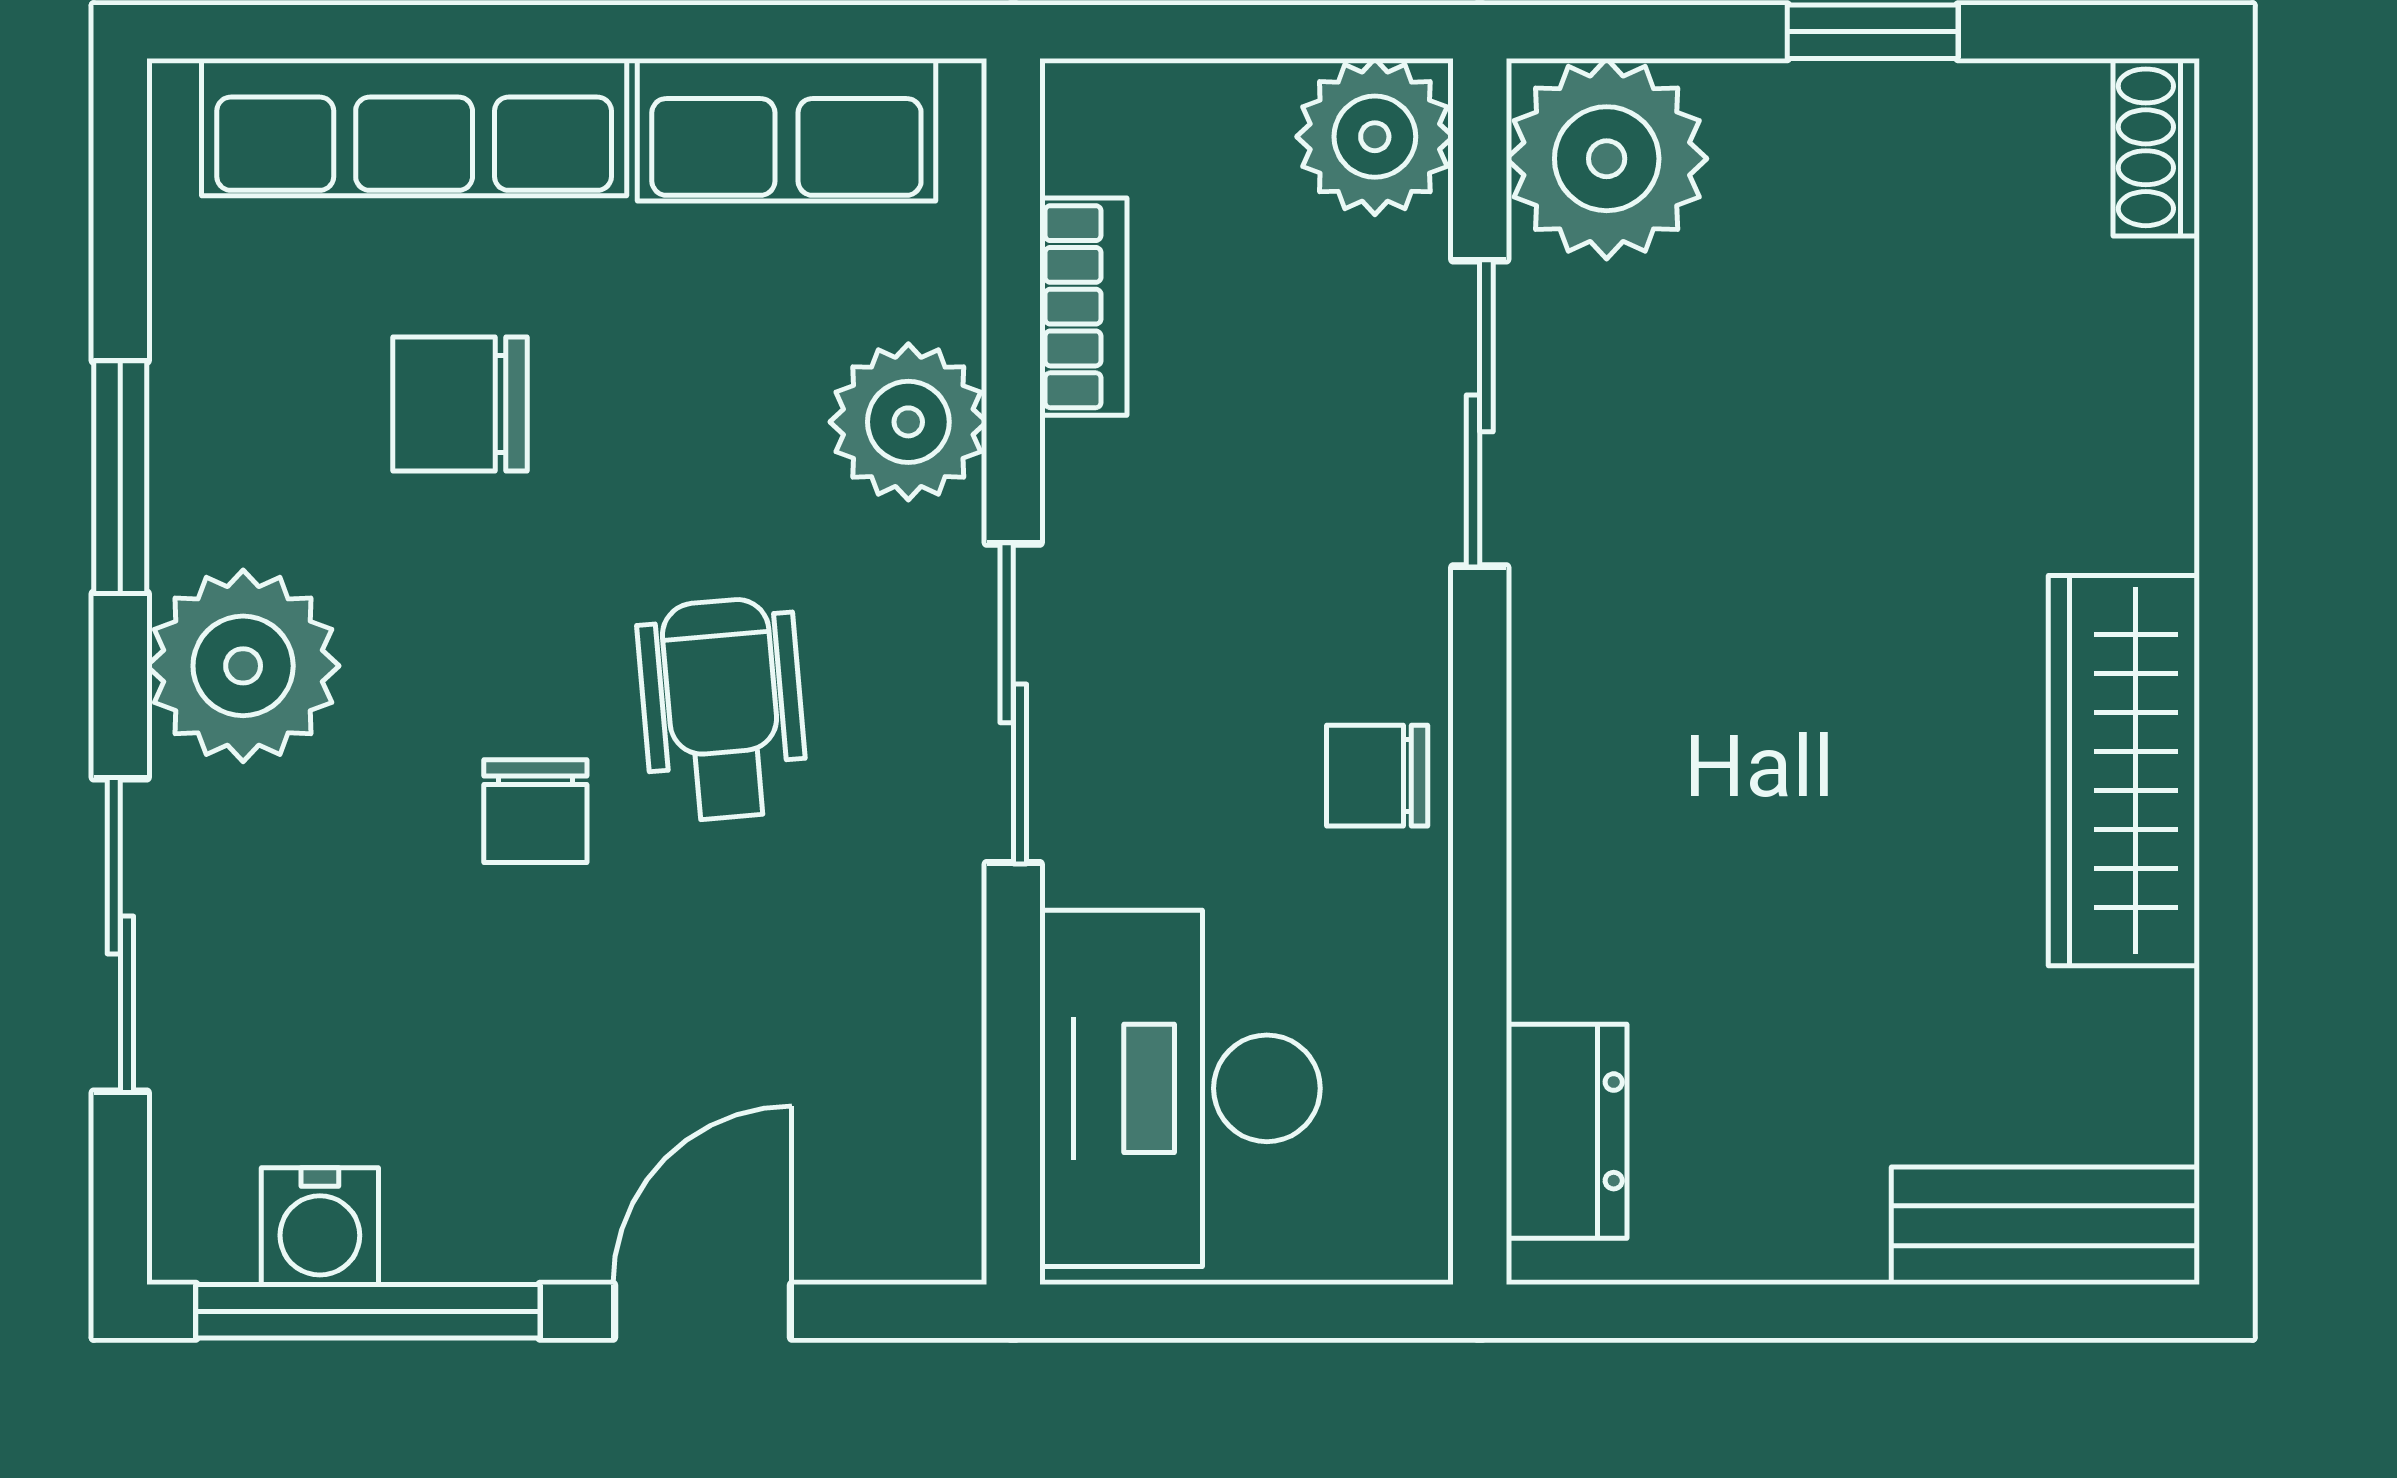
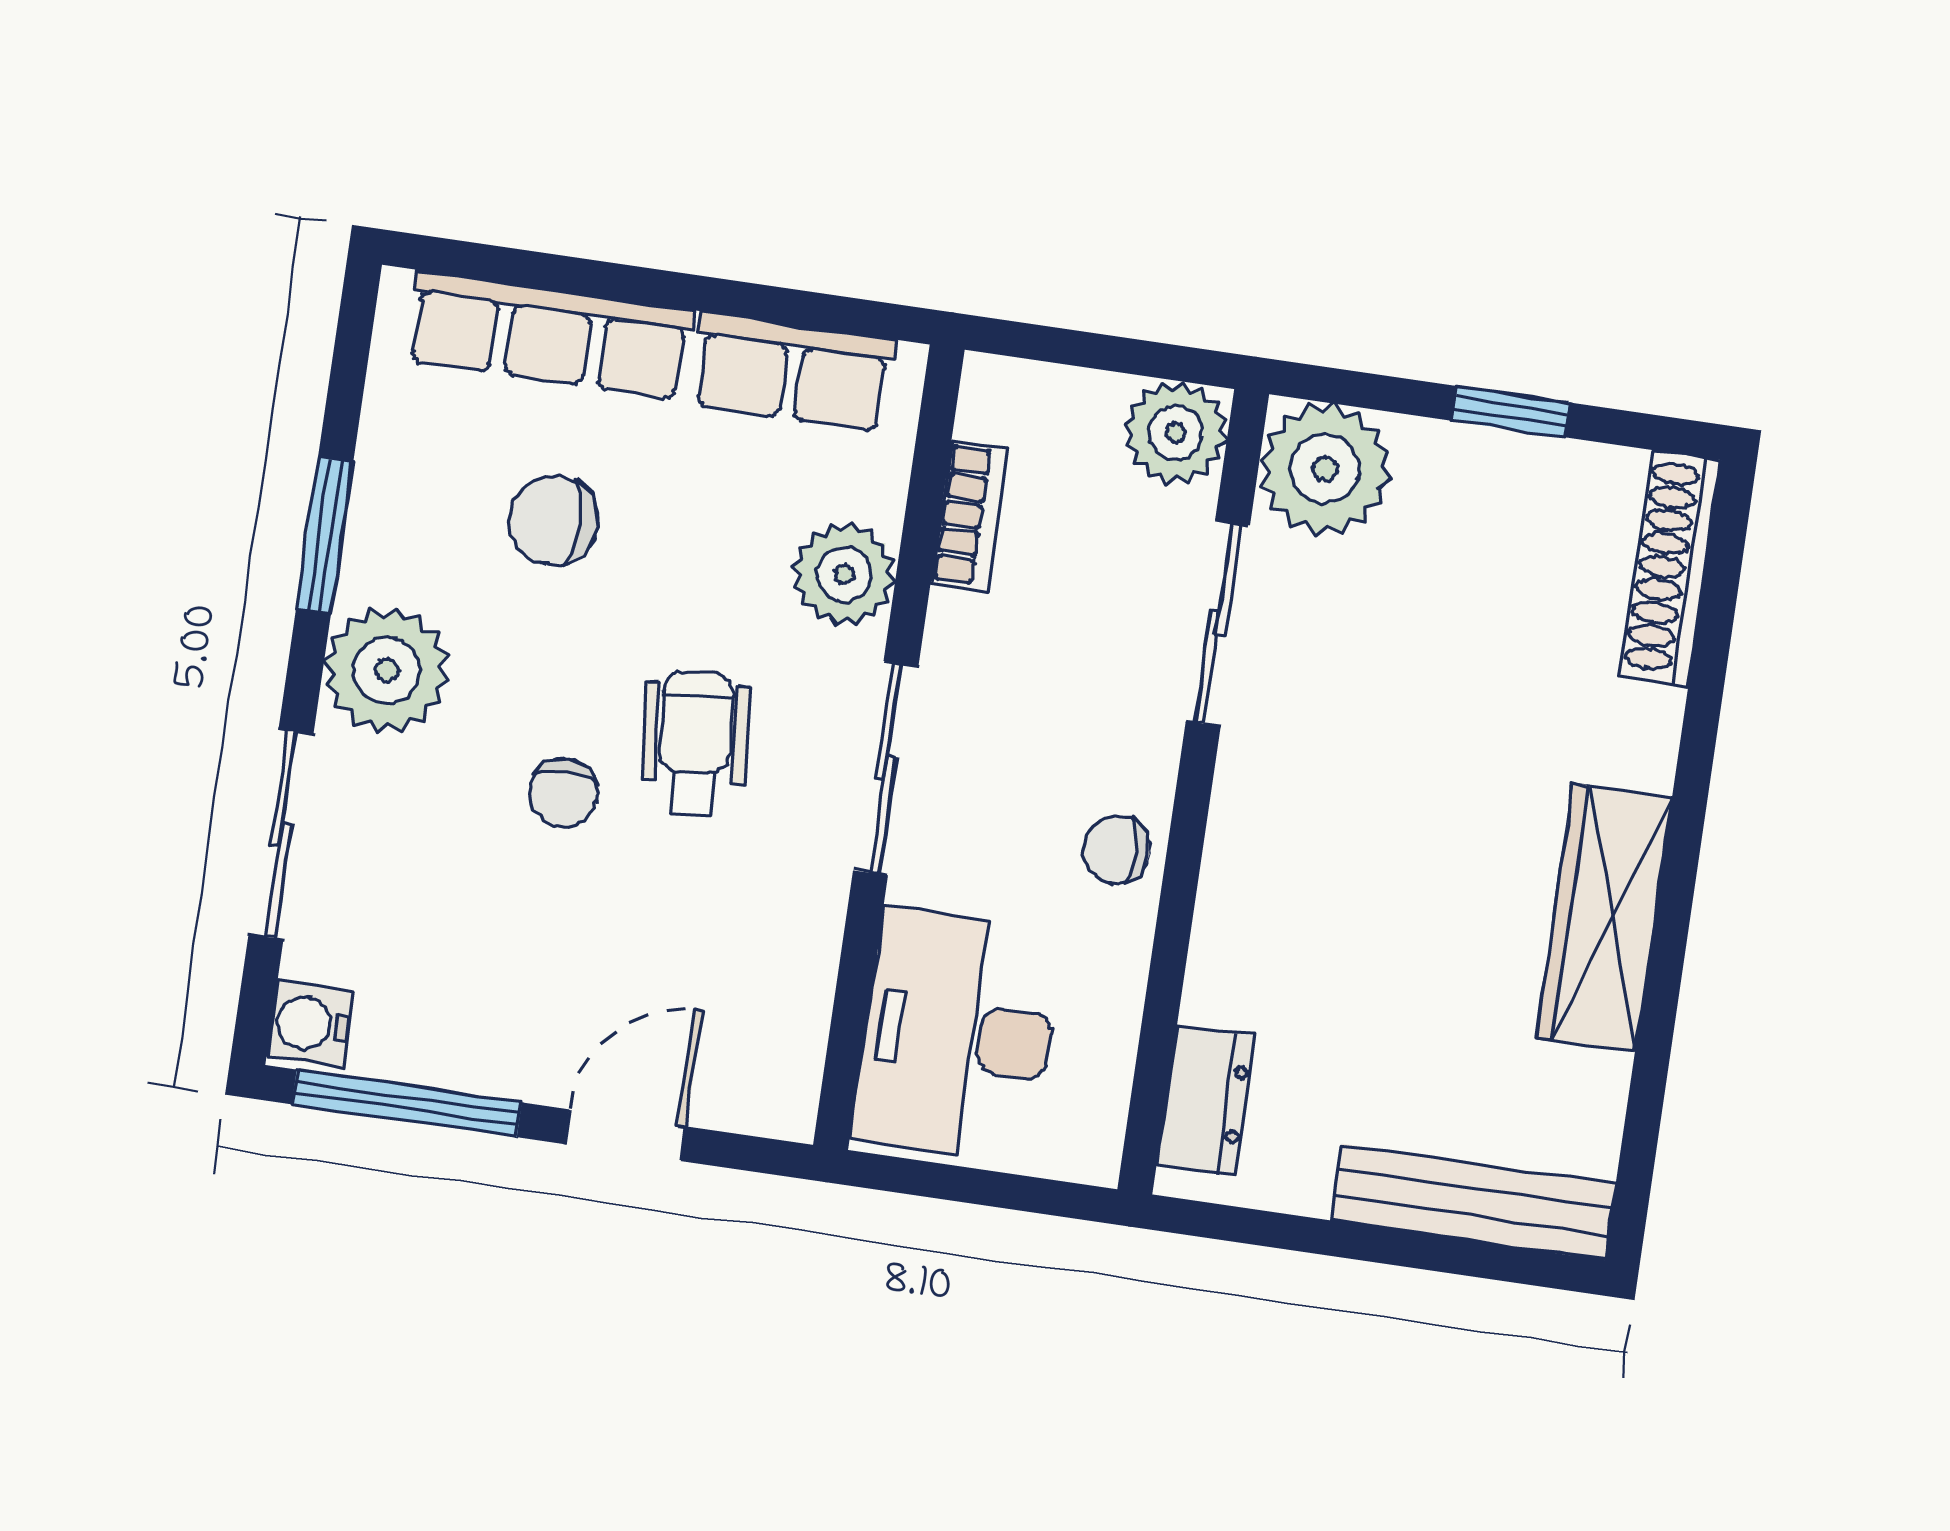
shoe rack: (2156, 147) -> (1670, 568), width x1.94, depth x1.24
water cooler: (320, 1226) -> (310, 1024), moved, turned 90
bench: (2045, 1226) -> (1473, 1202), width x1.36

